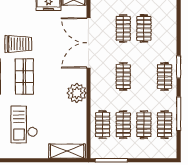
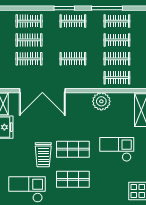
clothes rail: (165, 28) -> (29, 21), added
trolley: (18, 44) -> (43, 155), turned 180
plant: (77, 93) -> (101, 101), moved
checkout: (24, 124) -> (117, 149), turned 180

